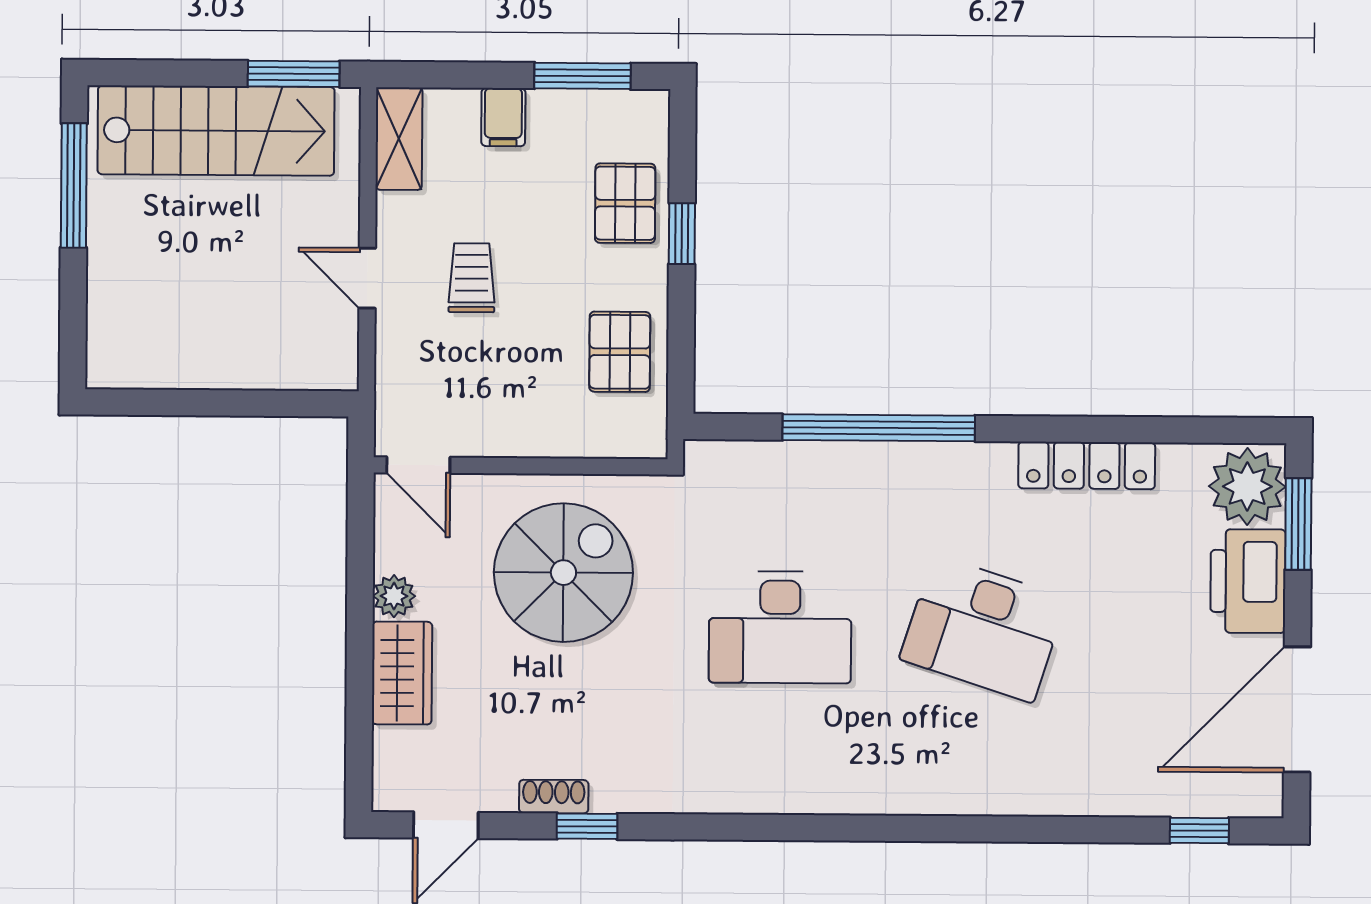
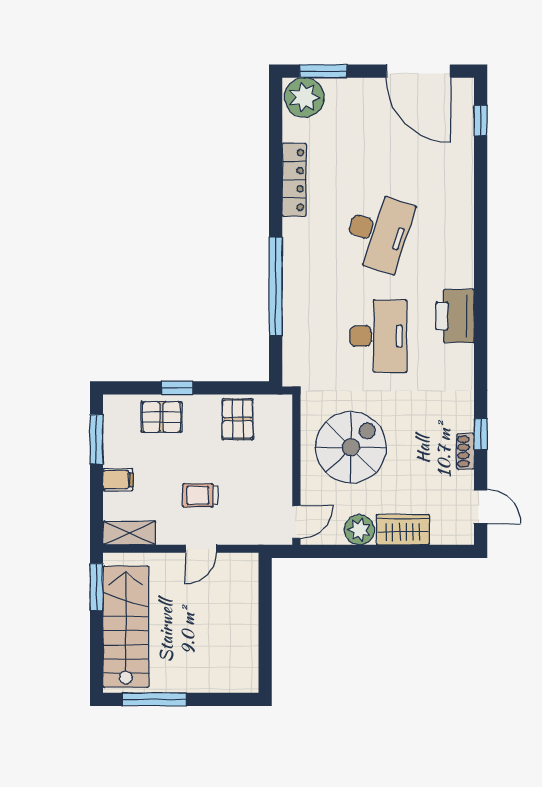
pallet: (620, 352) -> (238, 419), turned 90
spiral stairs: (563, 573) -> (351, 447), turned 90
printer: (1248, 581) -> (455, 316), moved, turned 90
plant: (394, 596) -> (359, 530), width x1.38, depth x1.38

